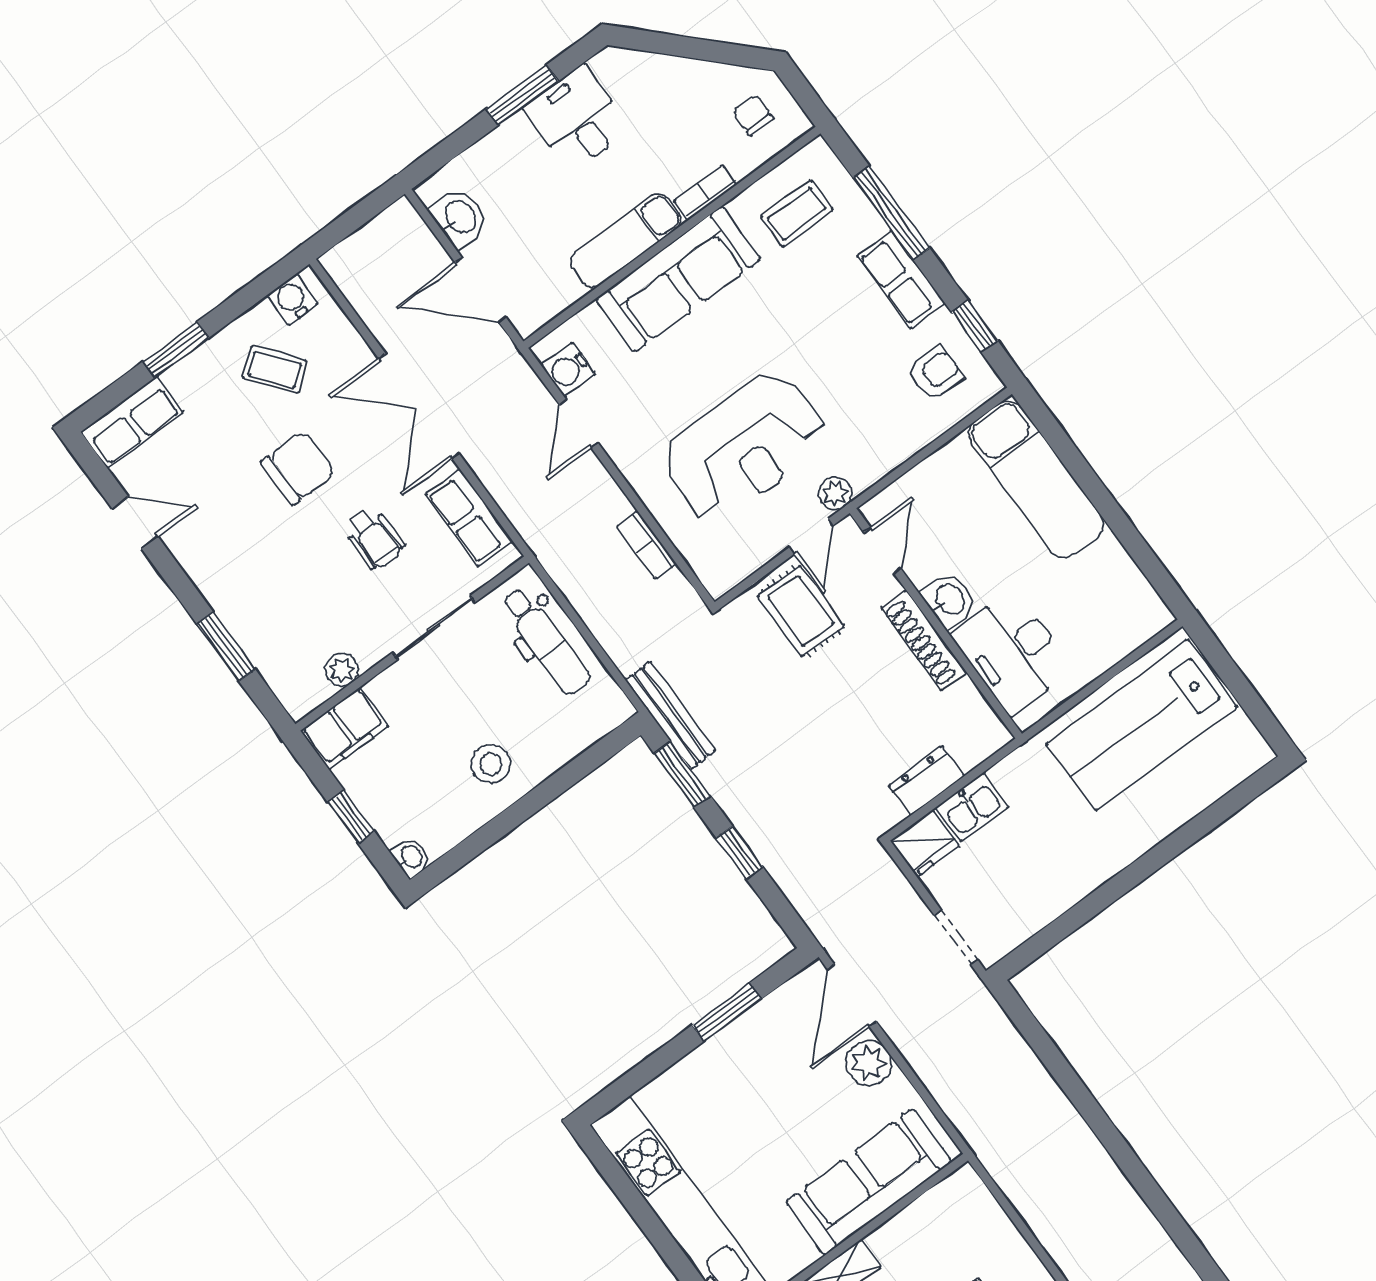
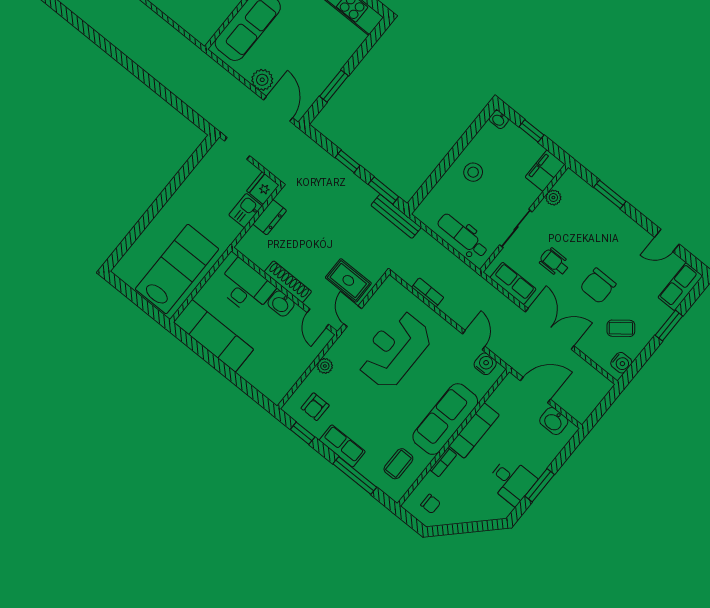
exam couch: (1036, 479) -> (213, 336), moved
plant: (835, 494) -> (325, 366), moved

